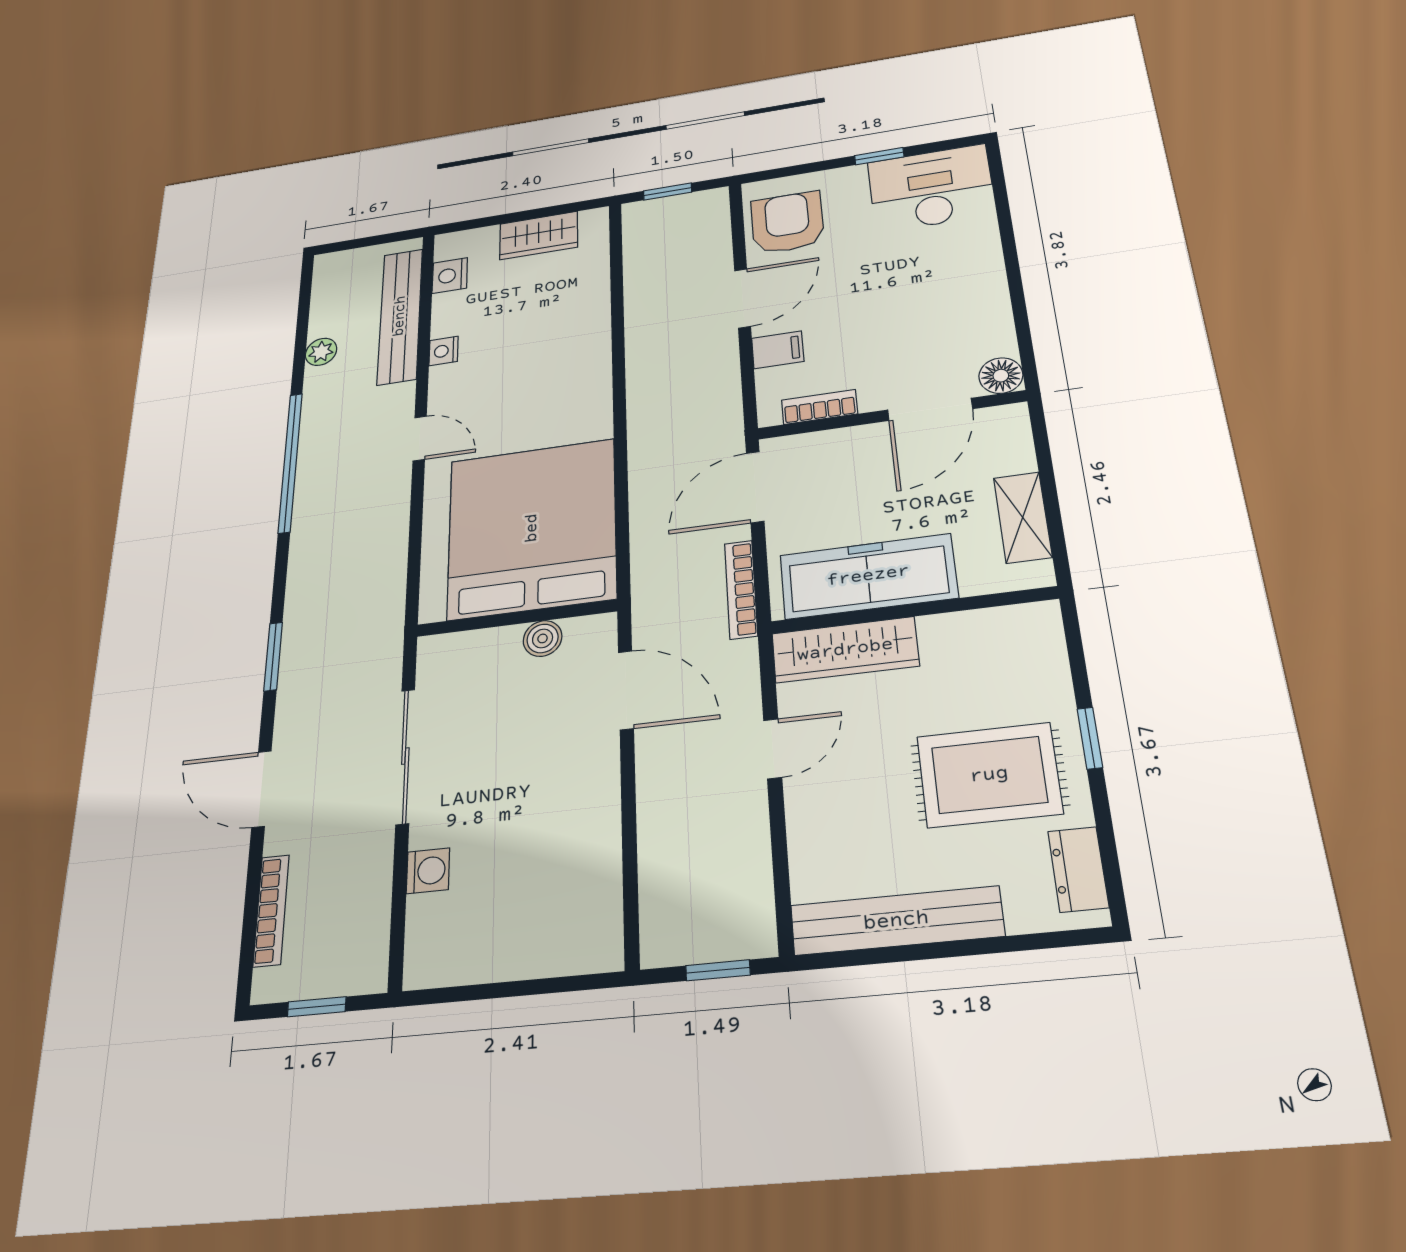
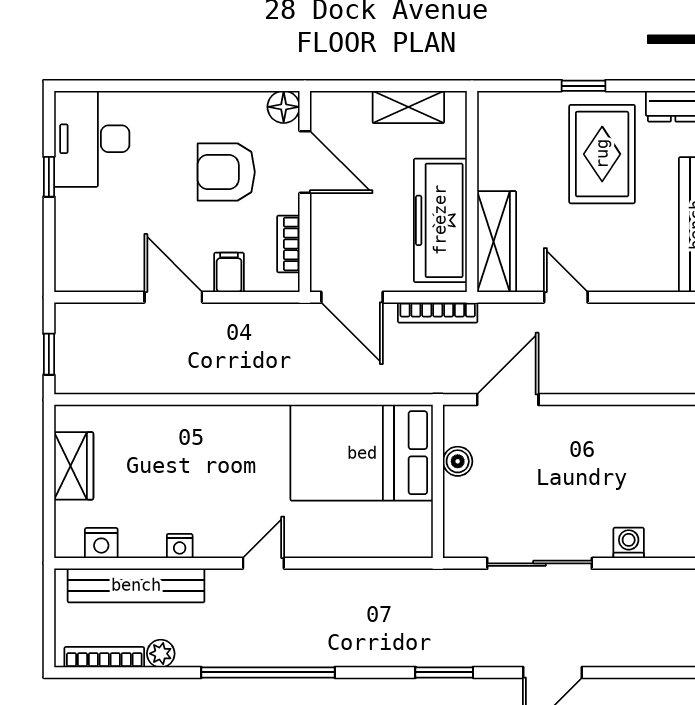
armchair: (787, 223) -> (226, 172), moved
bed: (532, 528) -> (362, 453), width x0.73
bookcase: (271, 910) -> (104, 657), moved

